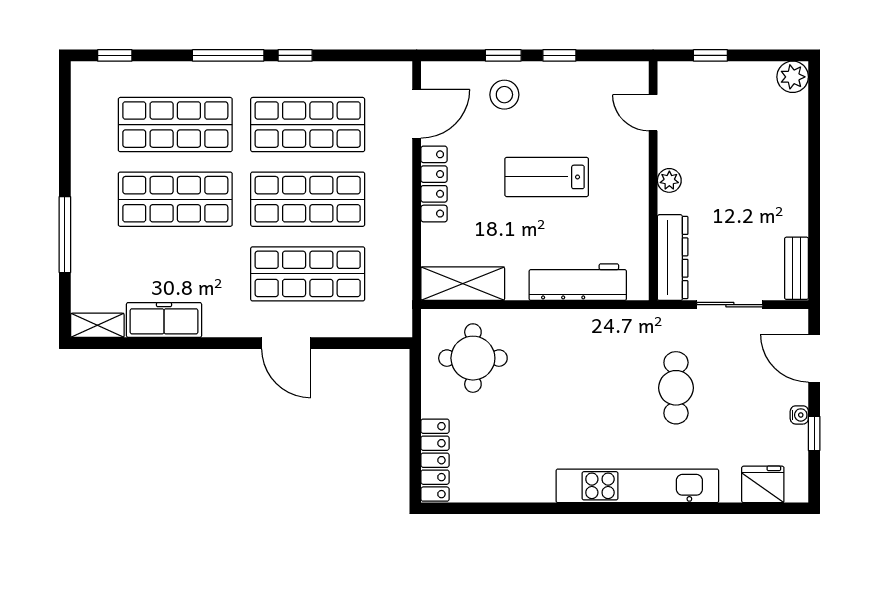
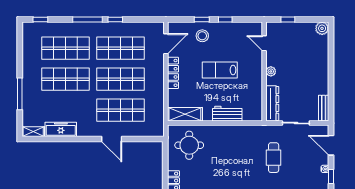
workbench: (578, 282) -> (227, 114), width x0.73

